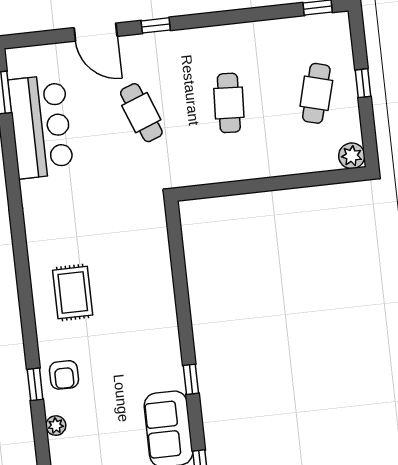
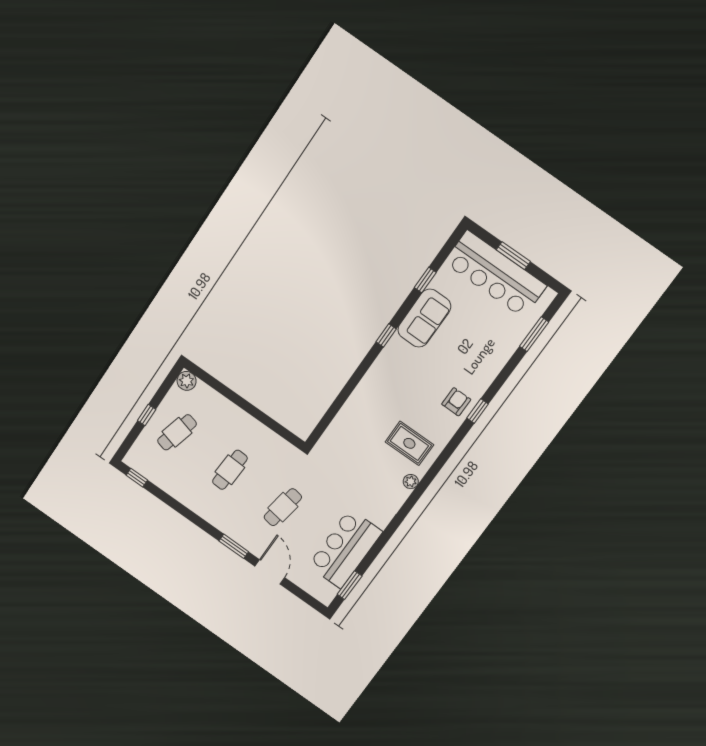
window: (156, 25) -> (234, 546), width x1.50
cafe table: (141, 113) -> (283, 507), turned 30
rug: (73, 293) -> (409, 443), turned 90
plant: (56, 426) -> (411, 482), moved

